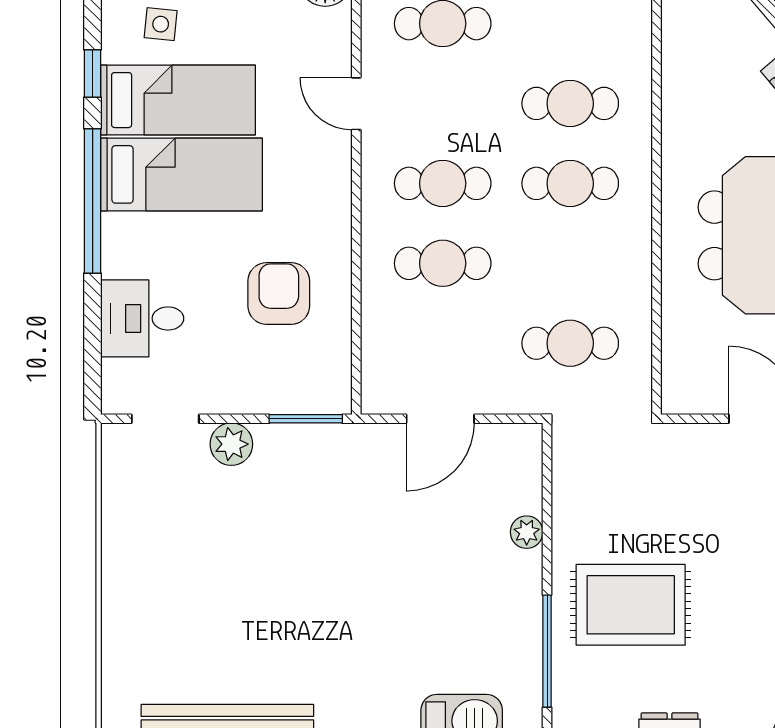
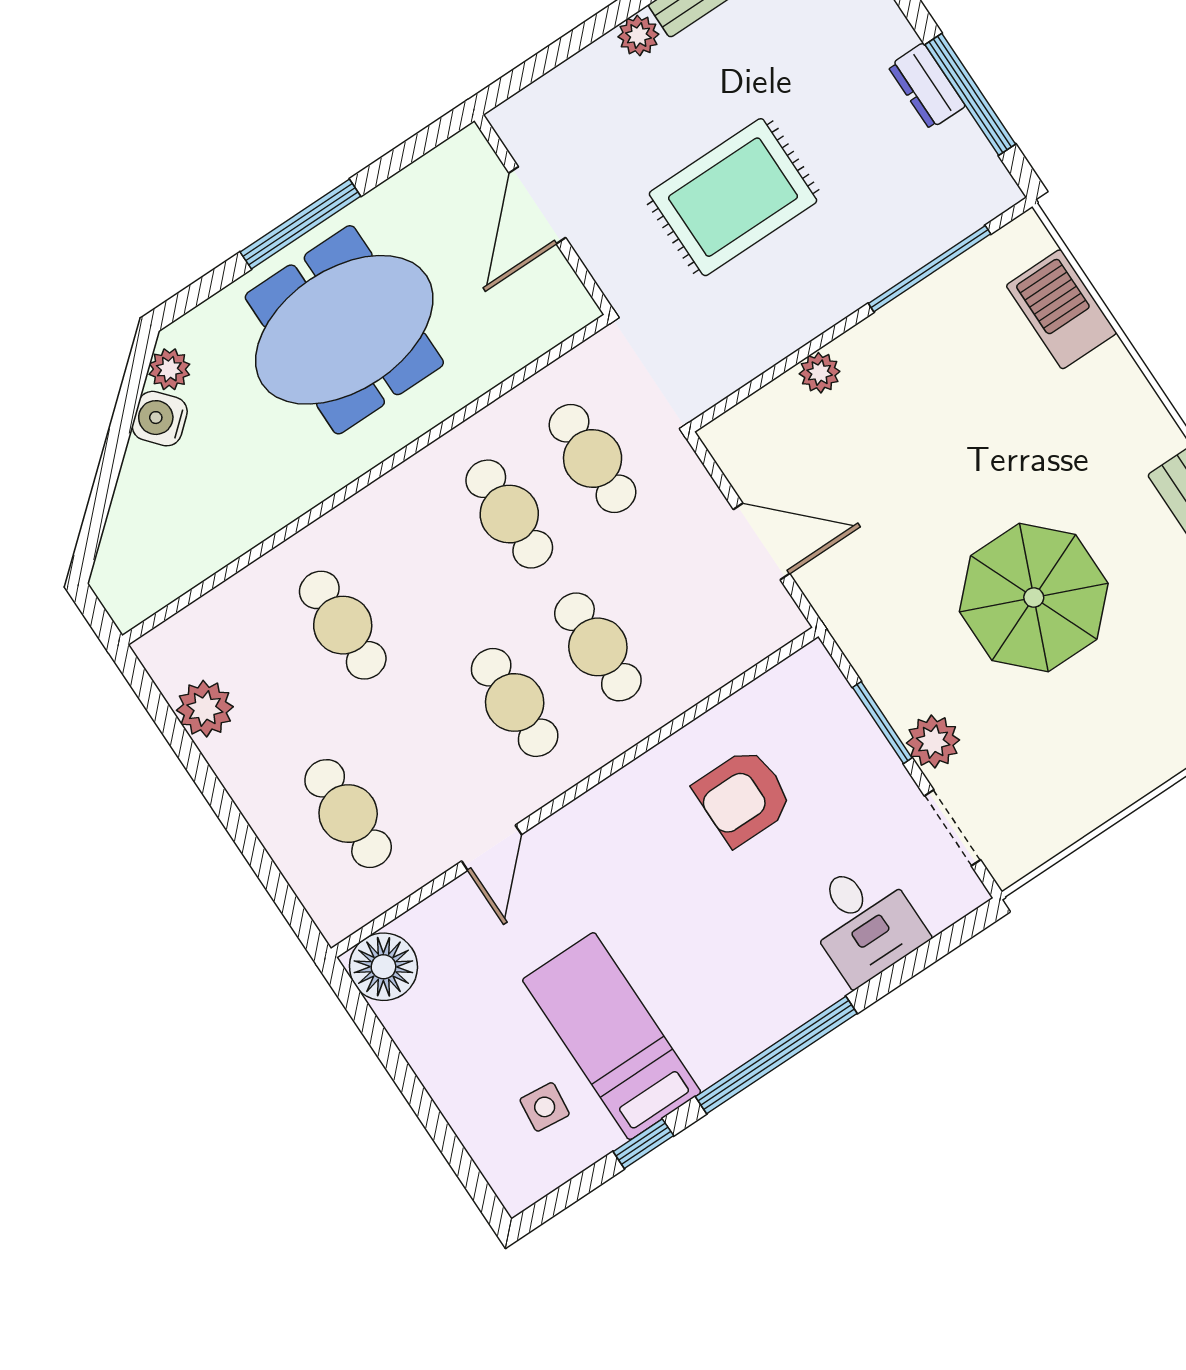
bed: (181, 174) -> (687, 981), removed
cafe table: (570, 183) -> (509, 514), moved
window: (306, 419) -> (882, 723), moved
parasol: (282, 575) -> (1034, 597), added
rug: (631, 605) -> (733, 197), moved, turned 90

